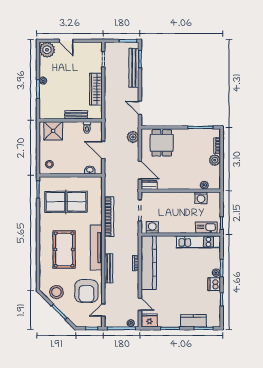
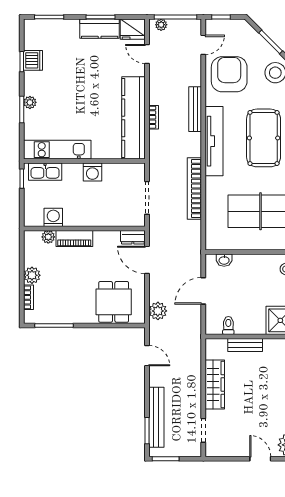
door: (103, 150) -> (203, 291), swing flipped
piano: (187, 184) -> (74, 238), added
washing machine: (152, 227) -> (92, 172), moved
dishwasher: (214, 284) -> (33, 60), moved
kitchen counter: (193, 321) -> (100, 29), moved

